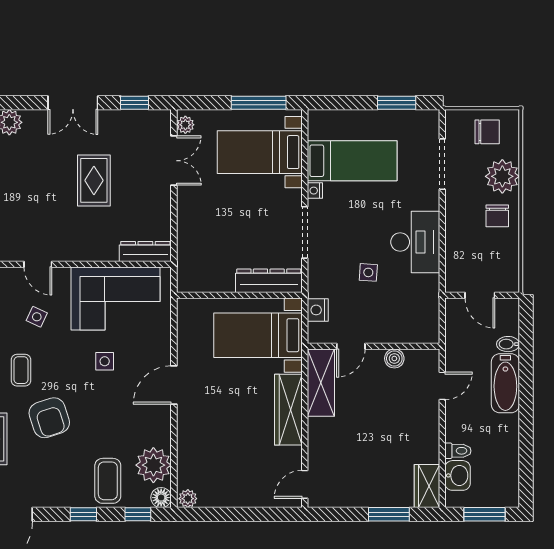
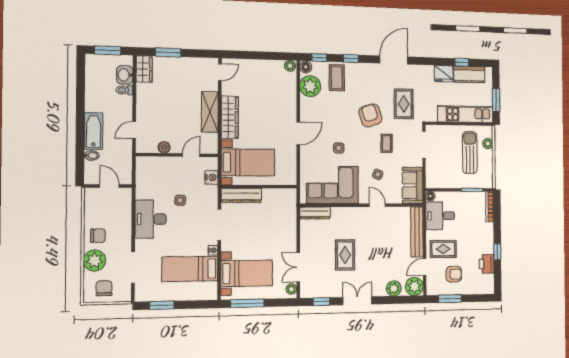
chair: (487, 132) -> (104, 288), turned 90
chair: (497, 216) -> (98, 236), turned 90
shelving: (321, 383) -> (210, 112), moved

